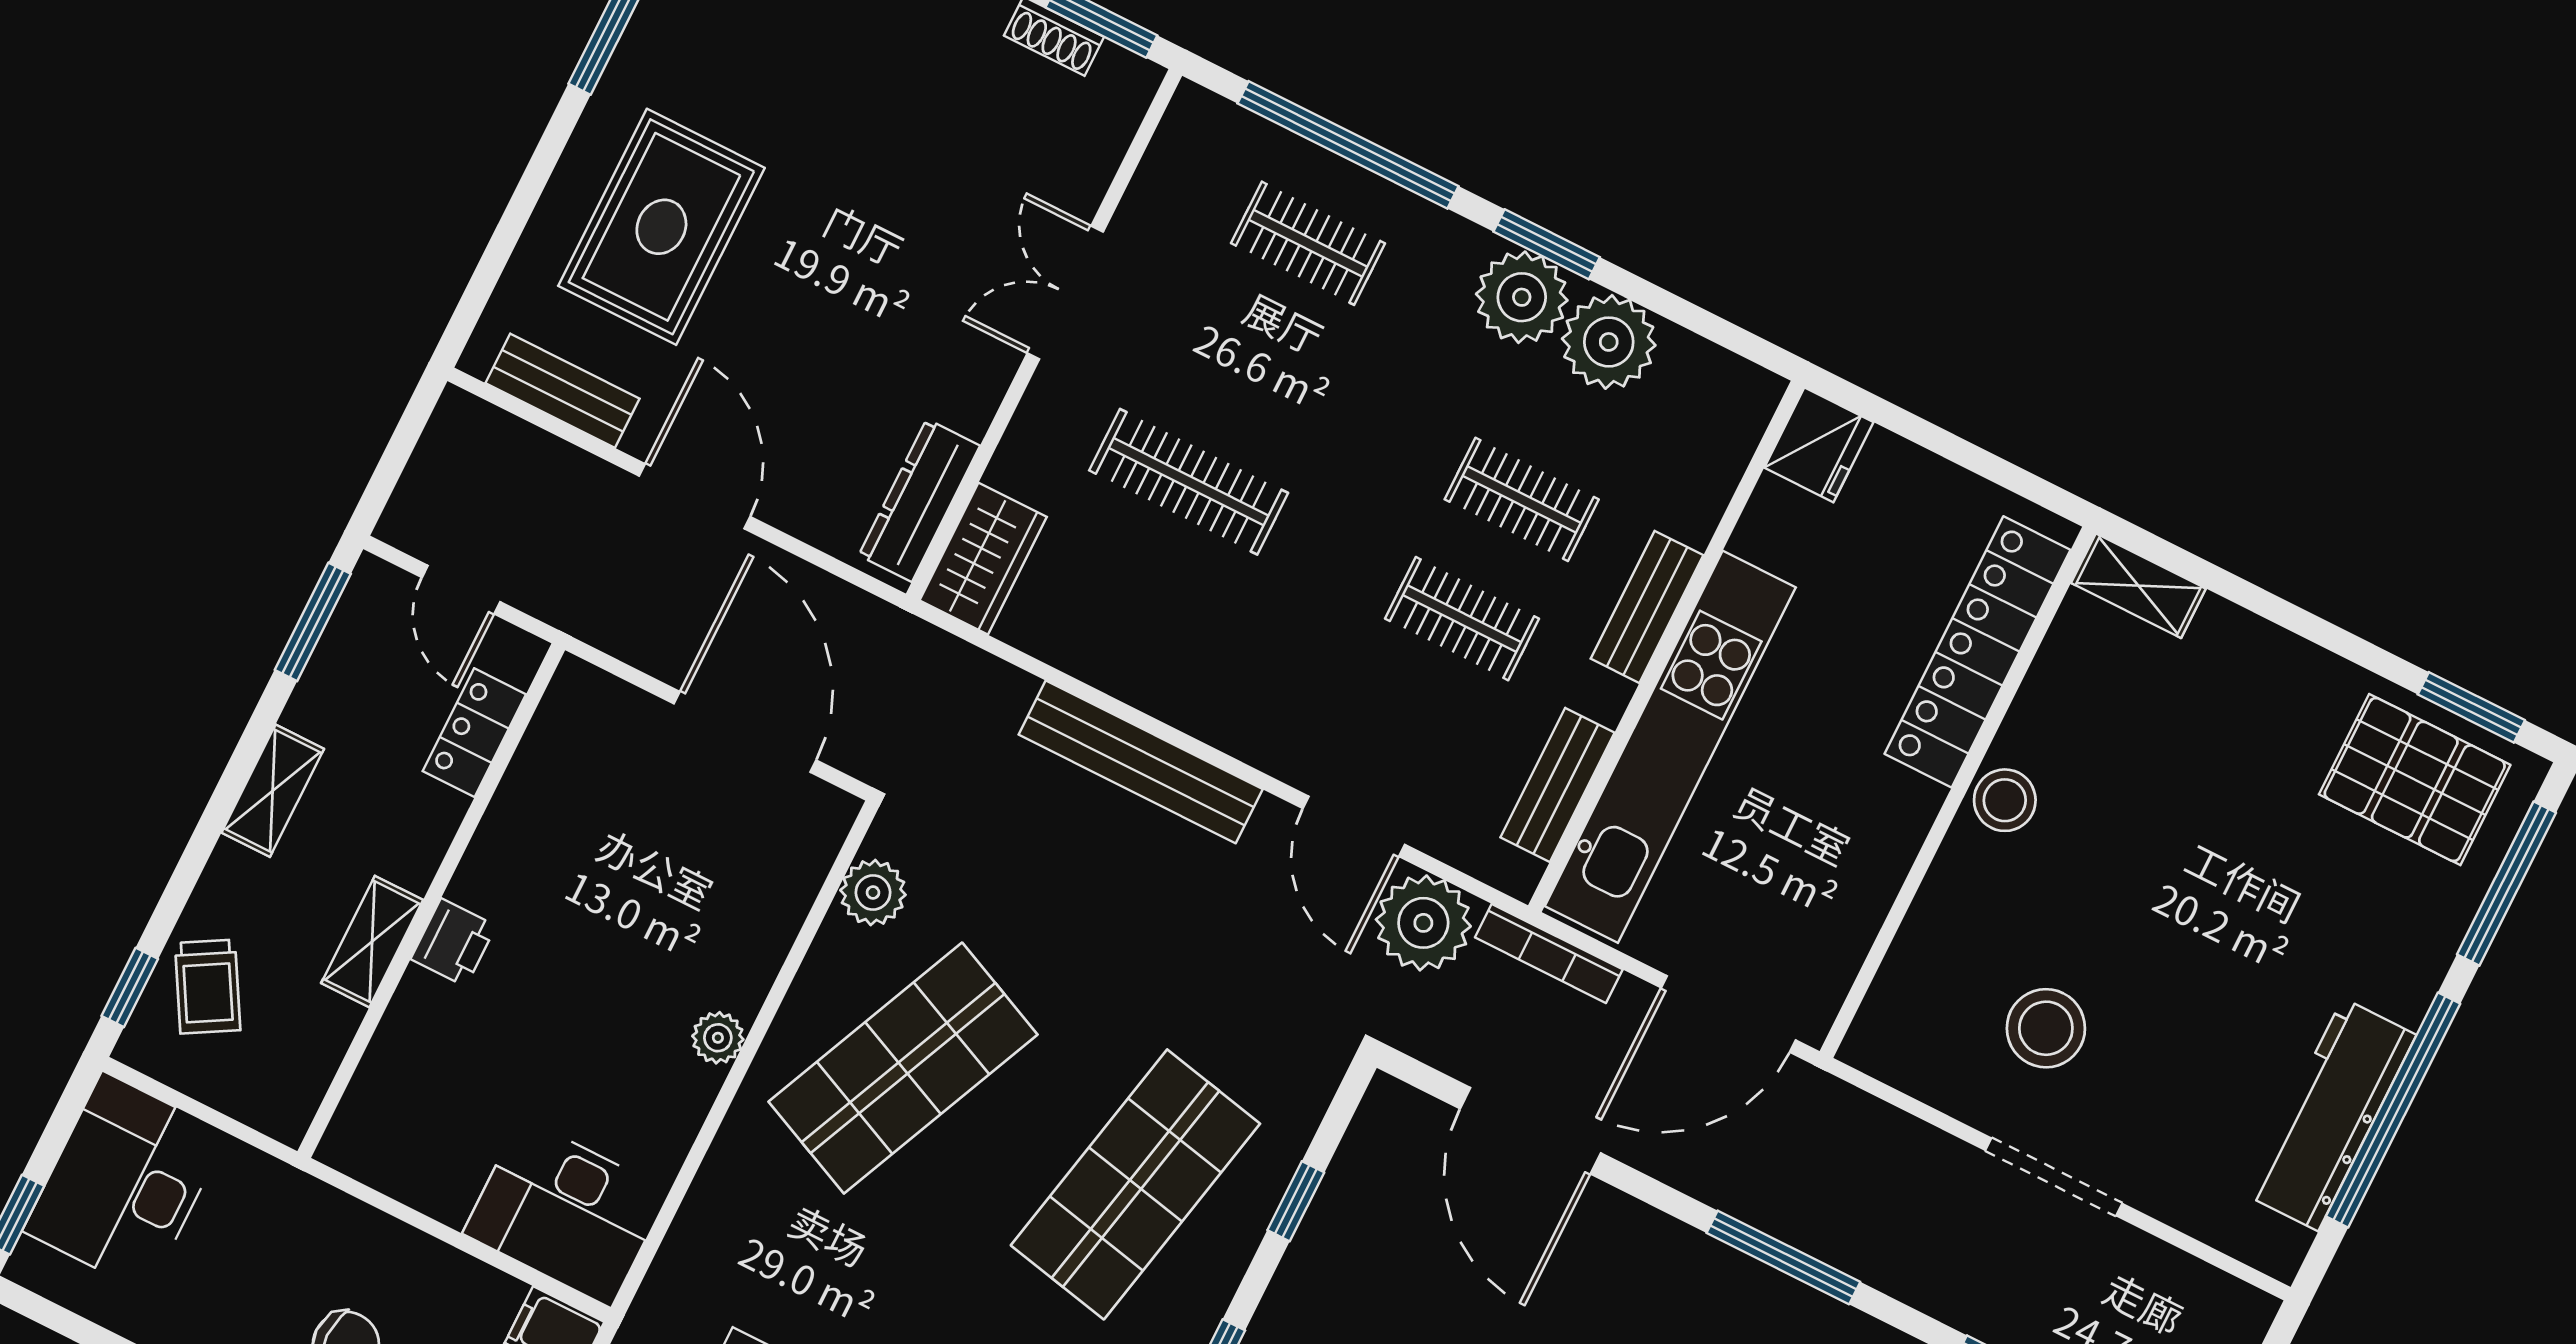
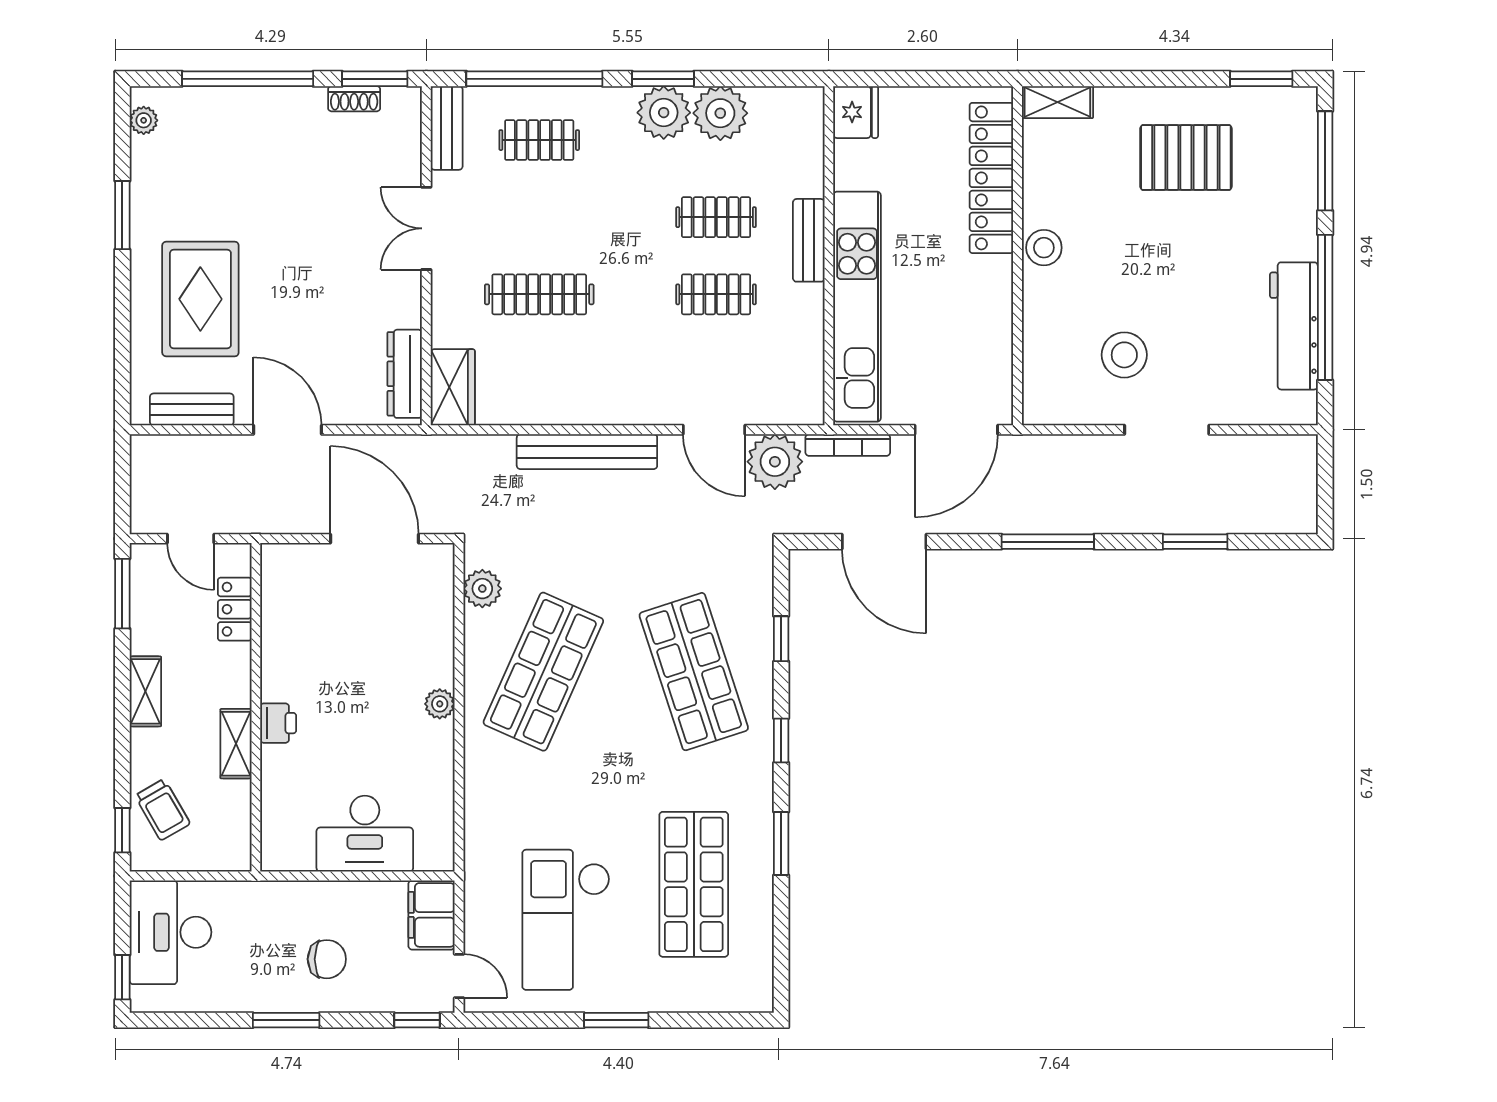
pallet: (2415, 780) -> (1186, 158), moved
bench: (1557, 785) -> (447, 128), moved
shop shelf: (1135, 1184) -> (694, 672), turned -30
desk: (566, 1212) -> (365, 834), moved

